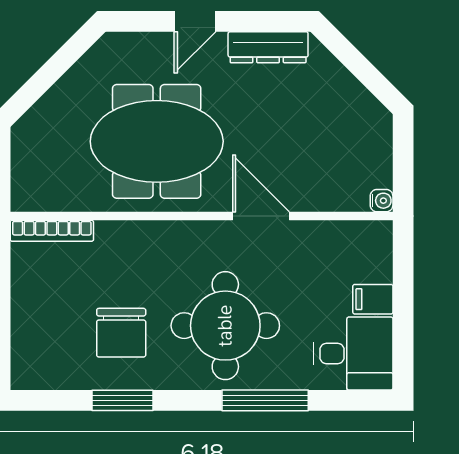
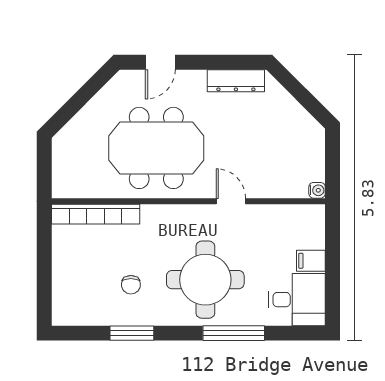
door: (195, 21) -> (160, 62), moved
door: (261, 216) -> (231, 201), width x0.73
bookcase: (52, 231) -> (96, 214), width x1.48, depth x1.31
chair: (121, 333) -> (131, 285), width x0.54, depth x0.54

